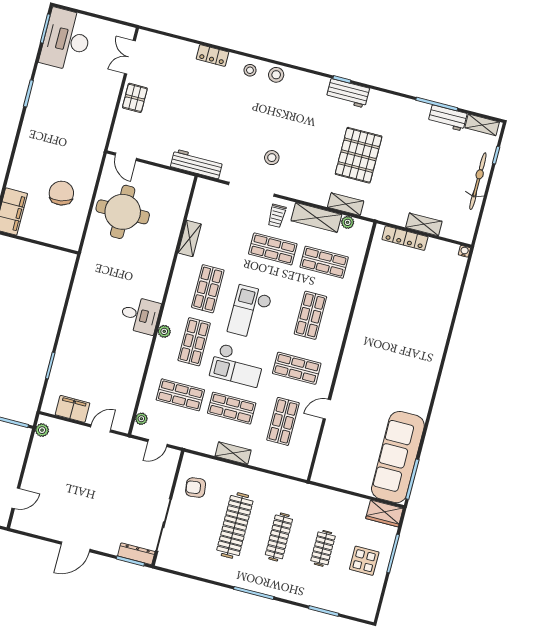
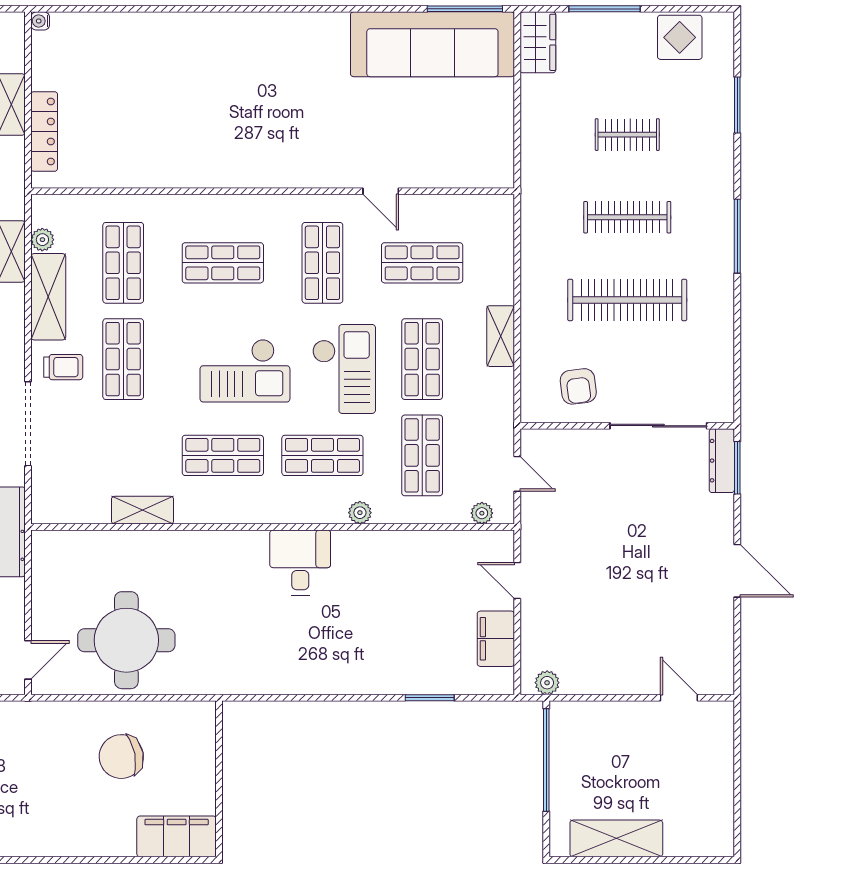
plant: (164, 331) -> (360, 513), moved
display table: (364, 561) -> (680, 37), moved

